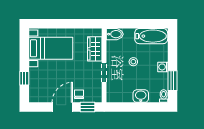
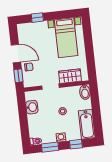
window: (172, 51) -> (76, 144), added
washbasin: (141, 96) -> (32, 107), moved

